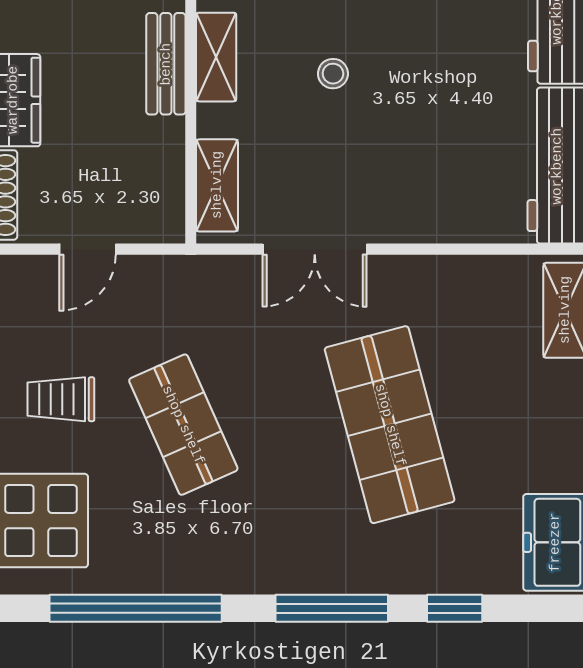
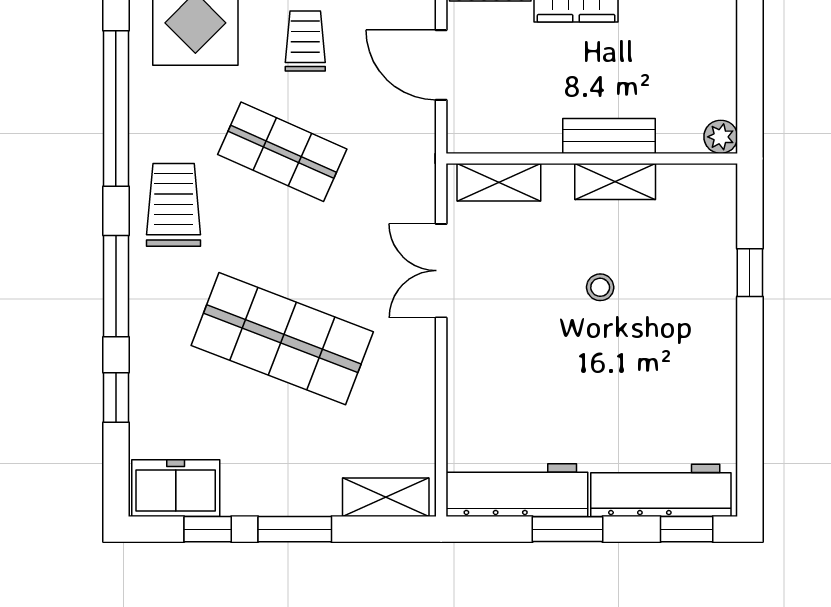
door: (88, 249) -> (441, 65), width x1.38
shop shelf: (183, 425) -> (282, 152), turned 48
shop shelf: (390, 425) -> (282, 339), turned 36
trolley: (242, 545) -> (174, 205), added

